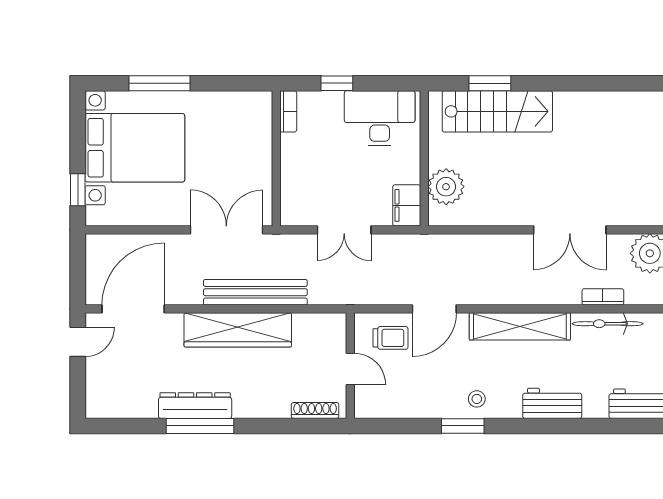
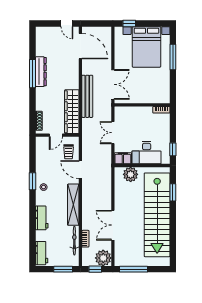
window: (337, 83) -> (173, 149), moved
stairs: (497, 111) -> (157, 215), width x1.86, depth x1.51
desk: (380, 118) -> (147, 153), moved, turned 90
wardrobe: (238, 330) -> (72, 112), moved

